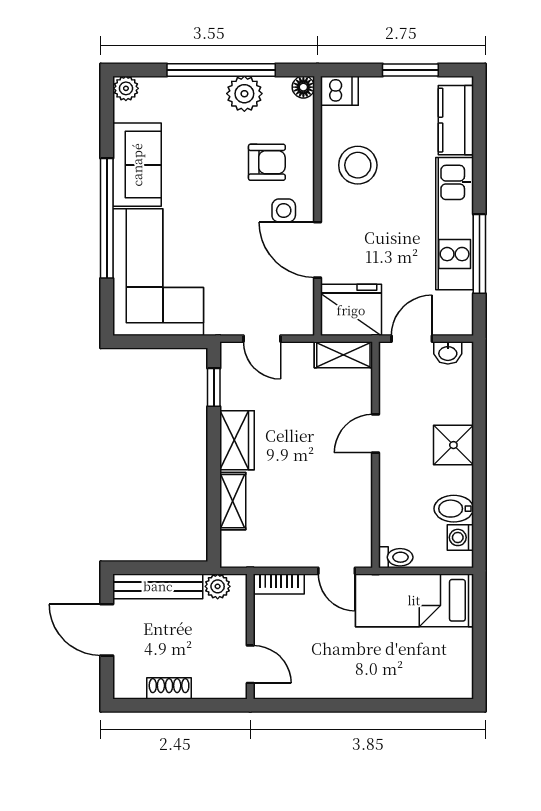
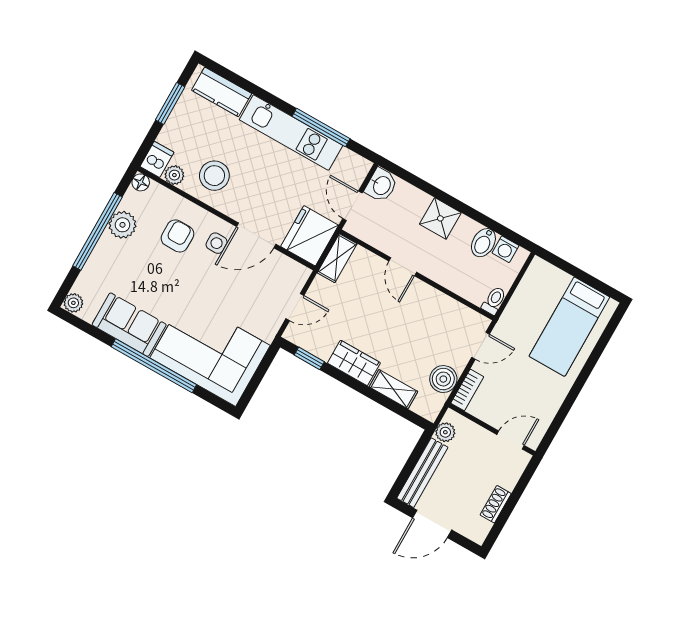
plant: (333, 120) -> (174, 175), added
washbasin: (448, 353) -> (381, 185), width x1.38, depth x1.45
boiler: (276, 550) -> (443, 379), added
bed: (414, 600) -> (569, 327), moved

